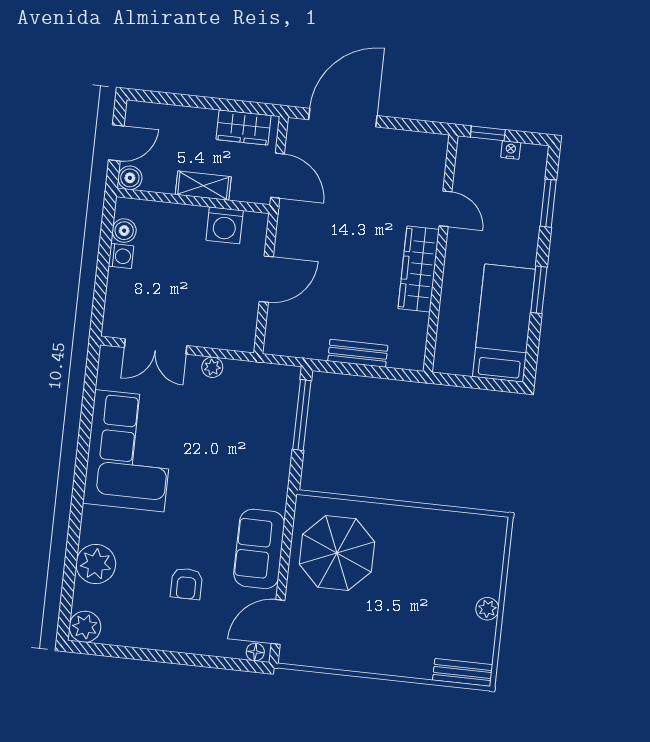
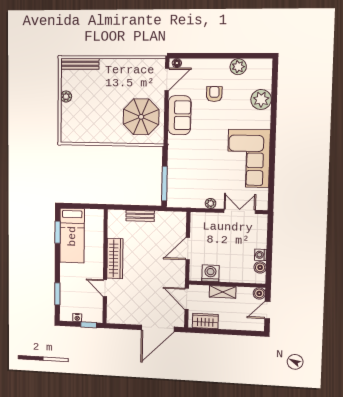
window: (539, 290) -> (58, 232), moved
plant: (85, 627) -> (238, 67), moved
bench: (463, 672) -> (80, 64), width x1.36

